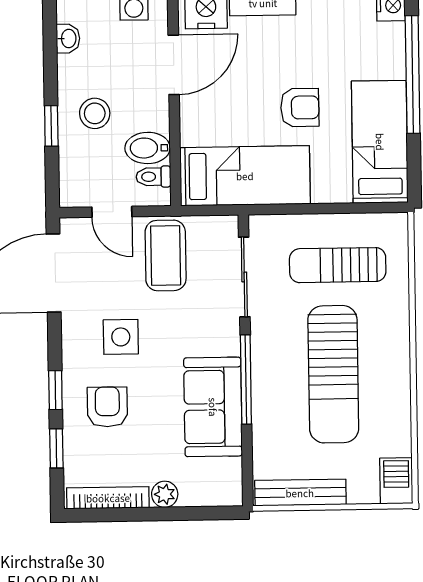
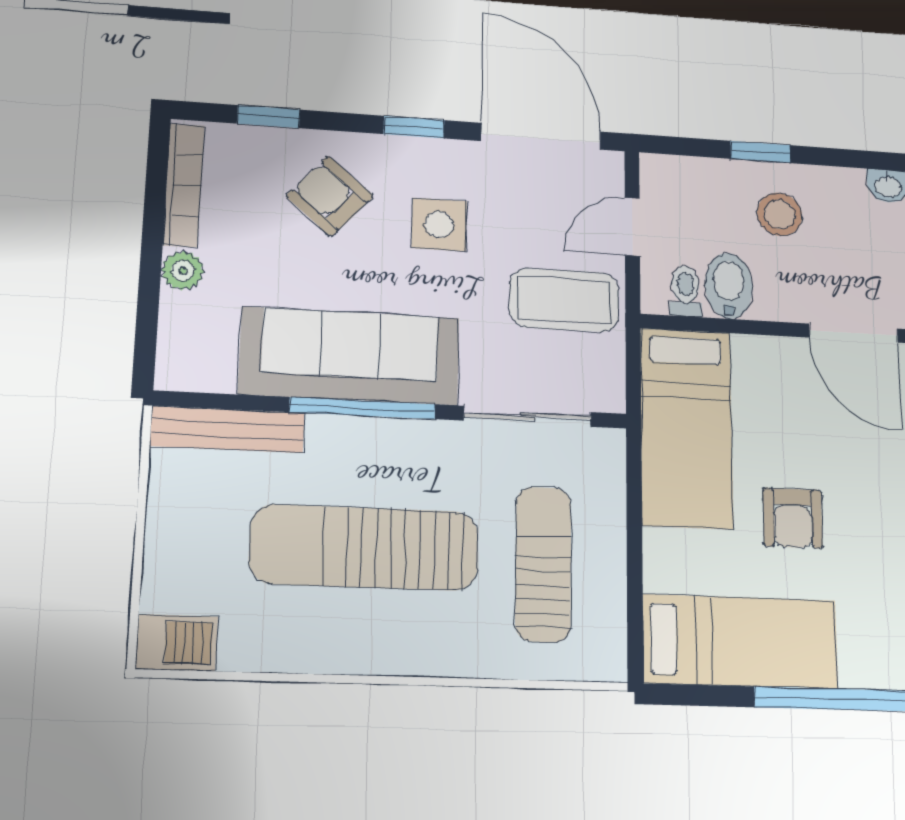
window: (55, 390) -> (414, 127), moved
armchair: (107, 407) -> (330, 196), turned -139
sofa: (213, 407) -> (350, 356), width x1.36
bench: (300, 493) -> (228, 429), moved, turned 90

